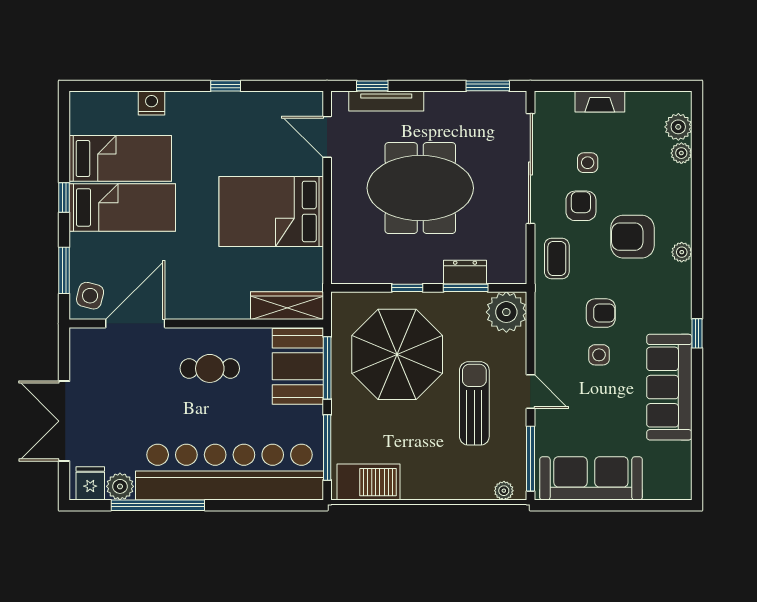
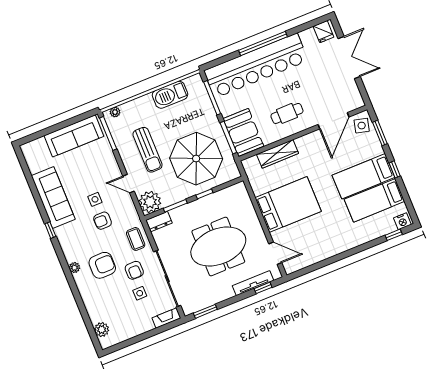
window: (226, 86) -> (394, 235), moved
fireplace: (600, 102) -> (166, 318), moved
nightstand: (152, 103) -> (402, 221), moved
plant: (681, 153) -> (95, 317), removed
dresser: (465, 272) -> (159, 222), moved
wardrobe: (287, 306) -> (278, 154), moved
door: (530, 392) -> (129, 184), moved
barbecue: (369, 482) -> (170, 95), moved
plant: (120, 486) -> (308, 36), removed
window: (158, 505) -> (263, 43), moved

